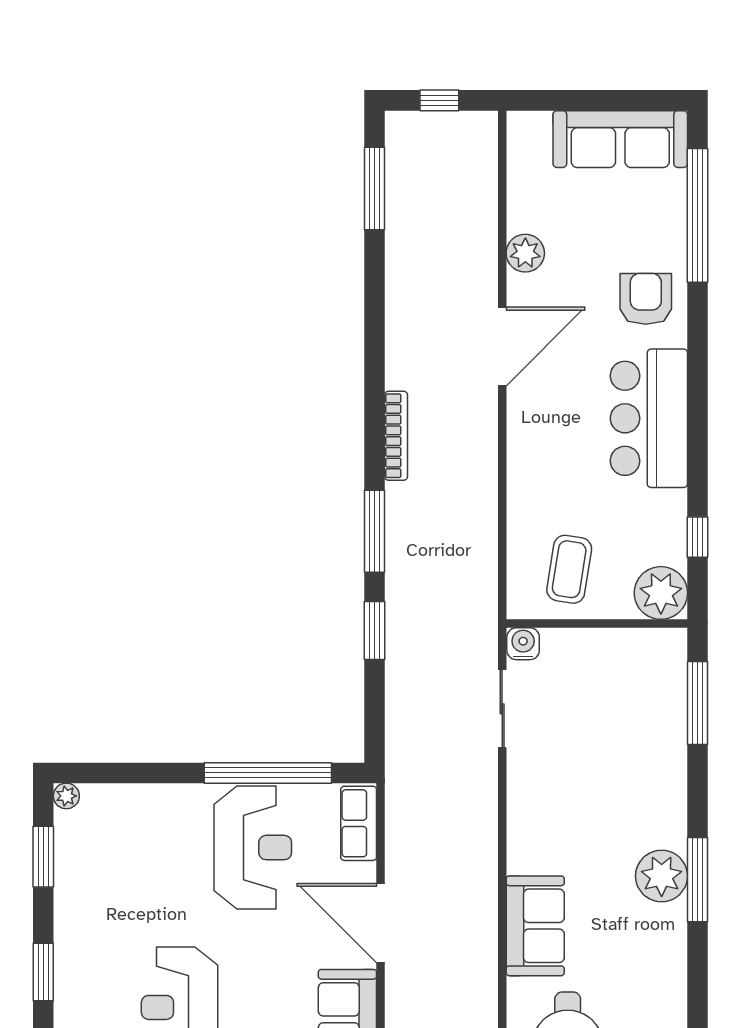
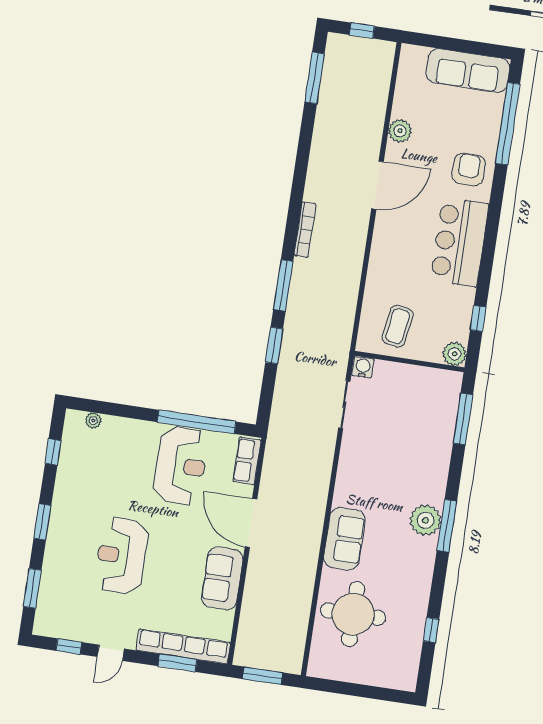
plant: (661, 593) -> (455, 354), width x0.73, depth x0.73
plant: (66, 796) -> (93, 420), moved
window: (43, 857) -> (53, 452), width x0.67

